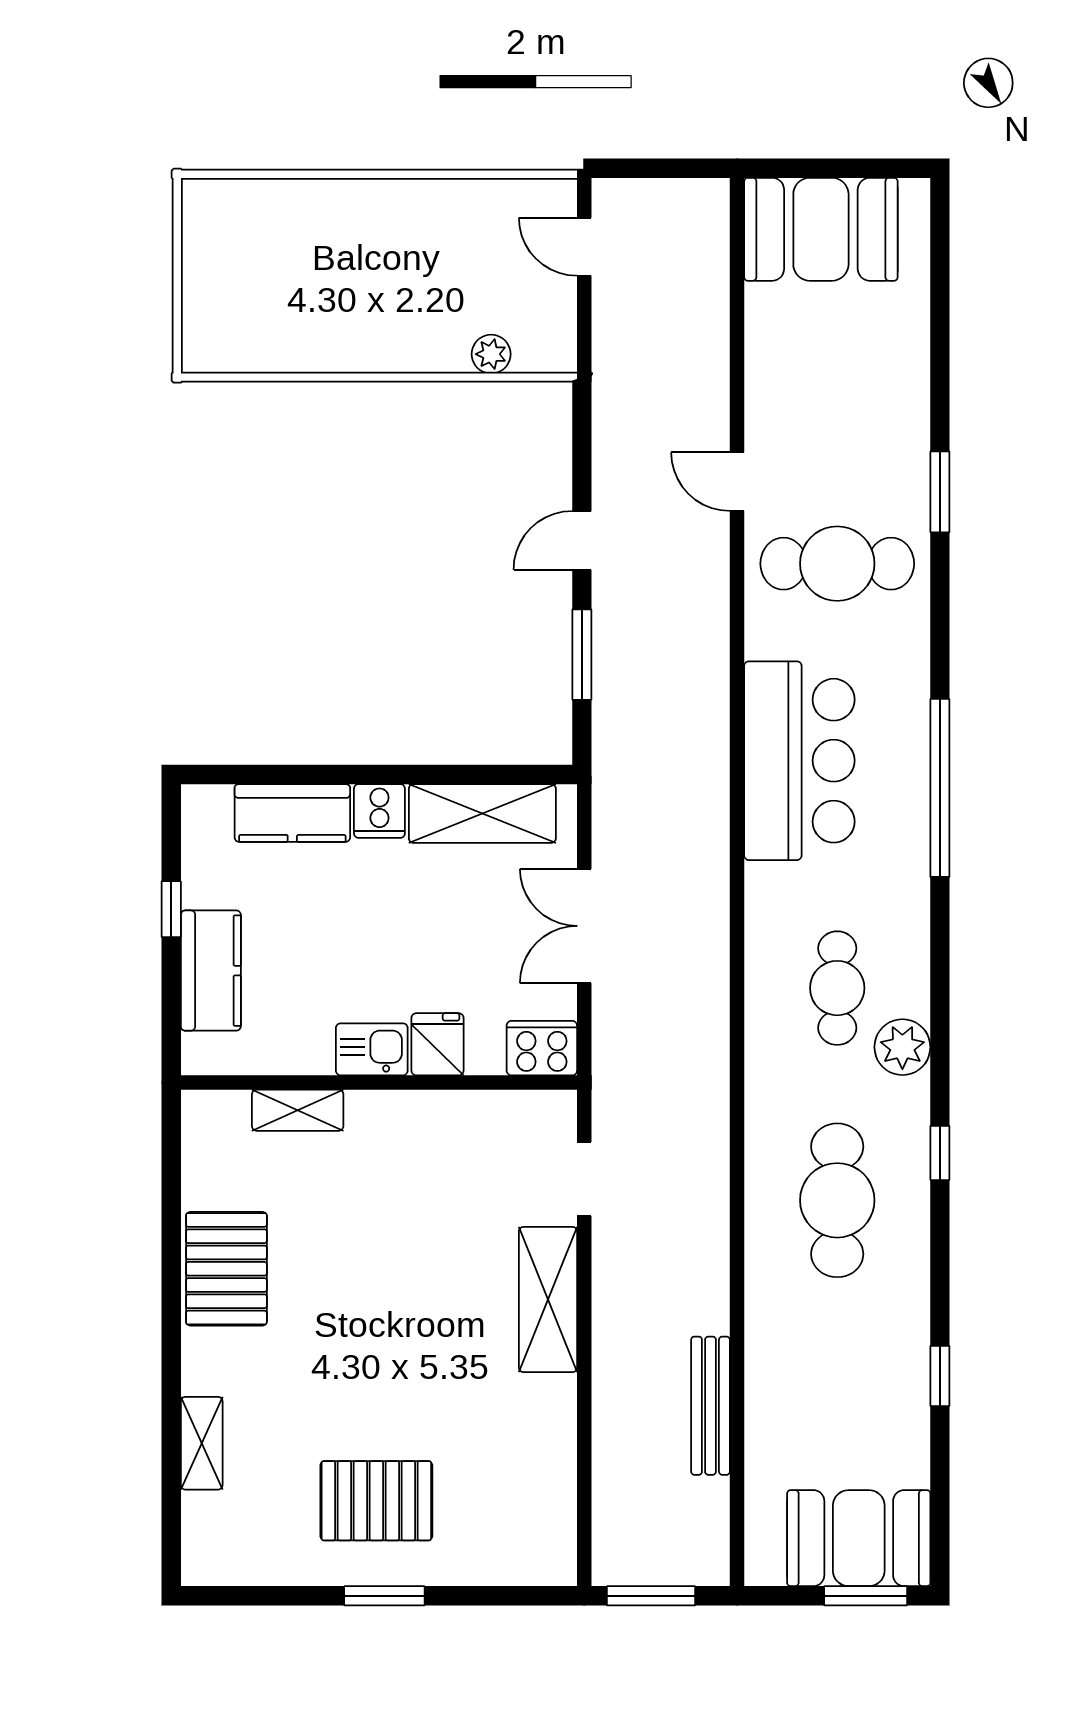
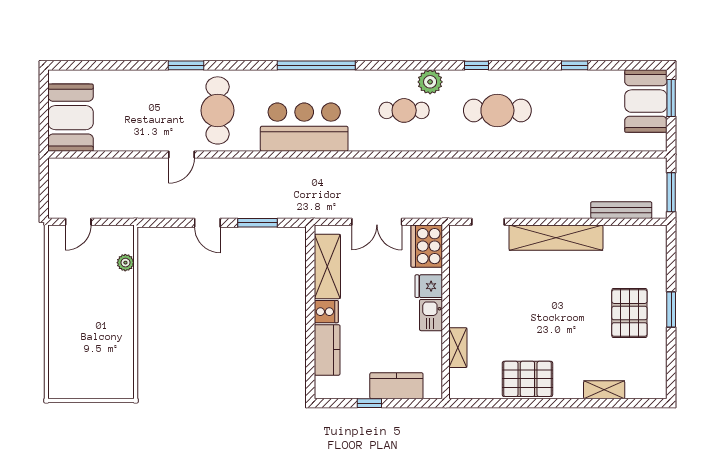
cooker: (542, 1048) -> (427, 246), width x1.37, depth x1.31
shelving: (548, 1299) -> (556, 238), width x1.47
bench: (710, 1406) -> (621, 210), moved

